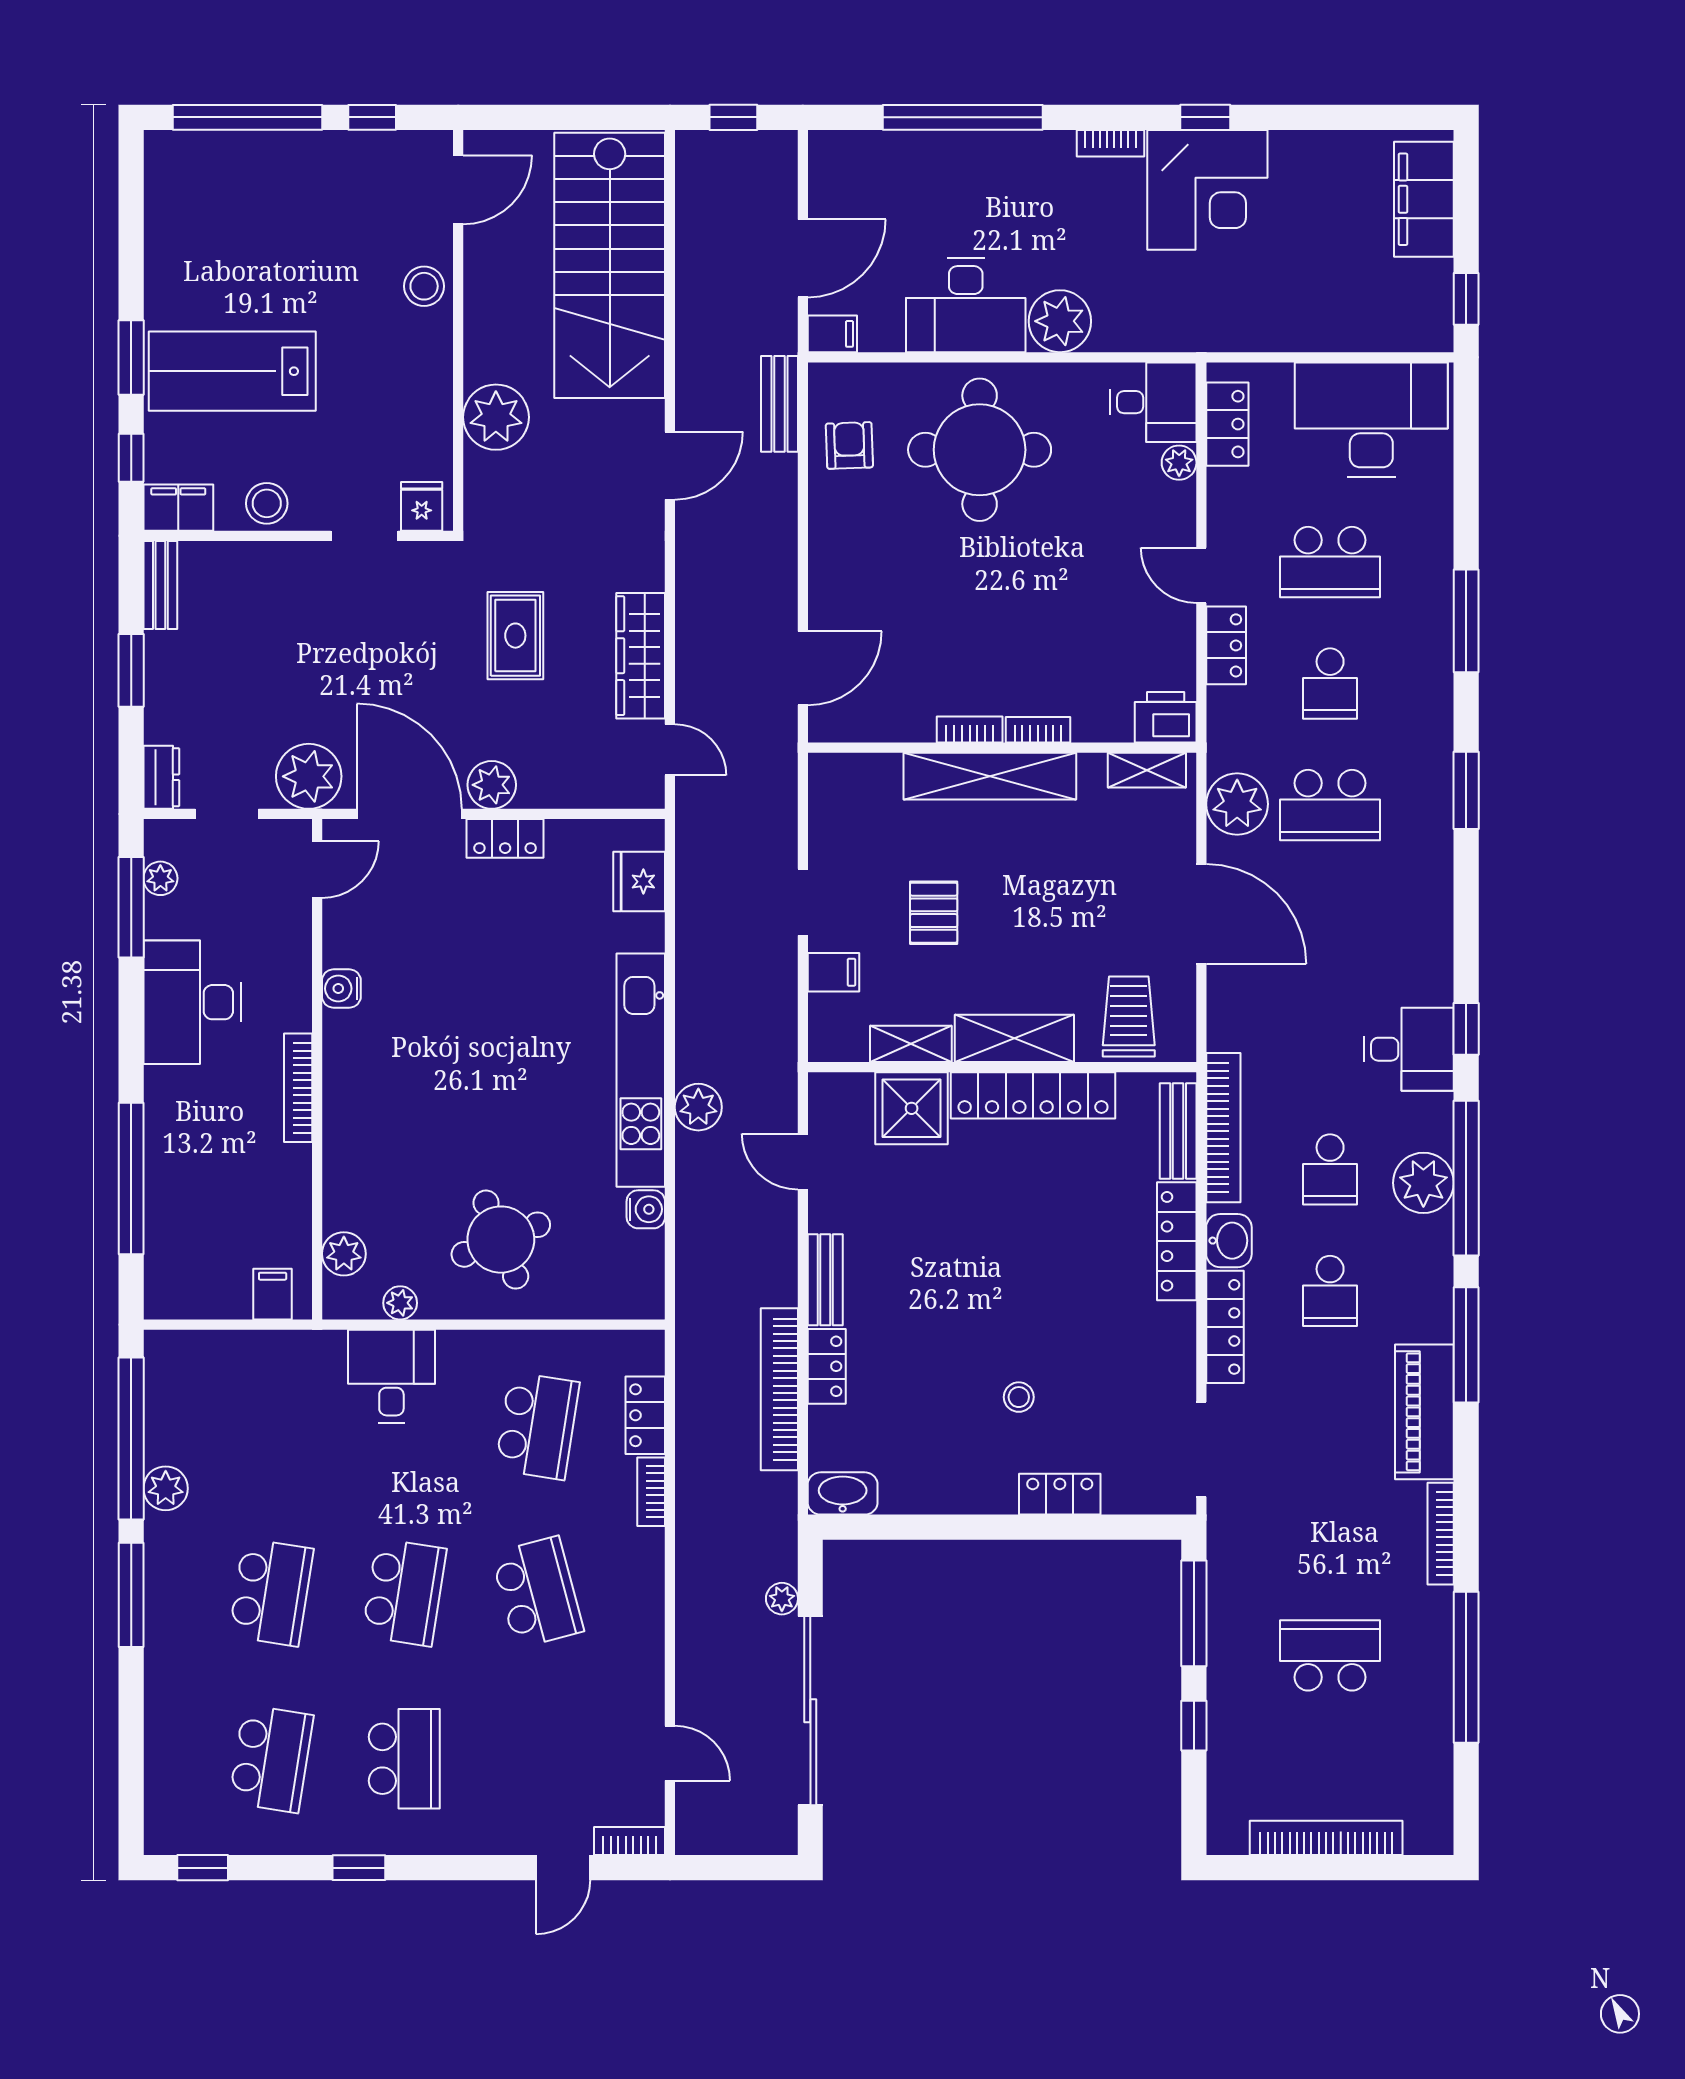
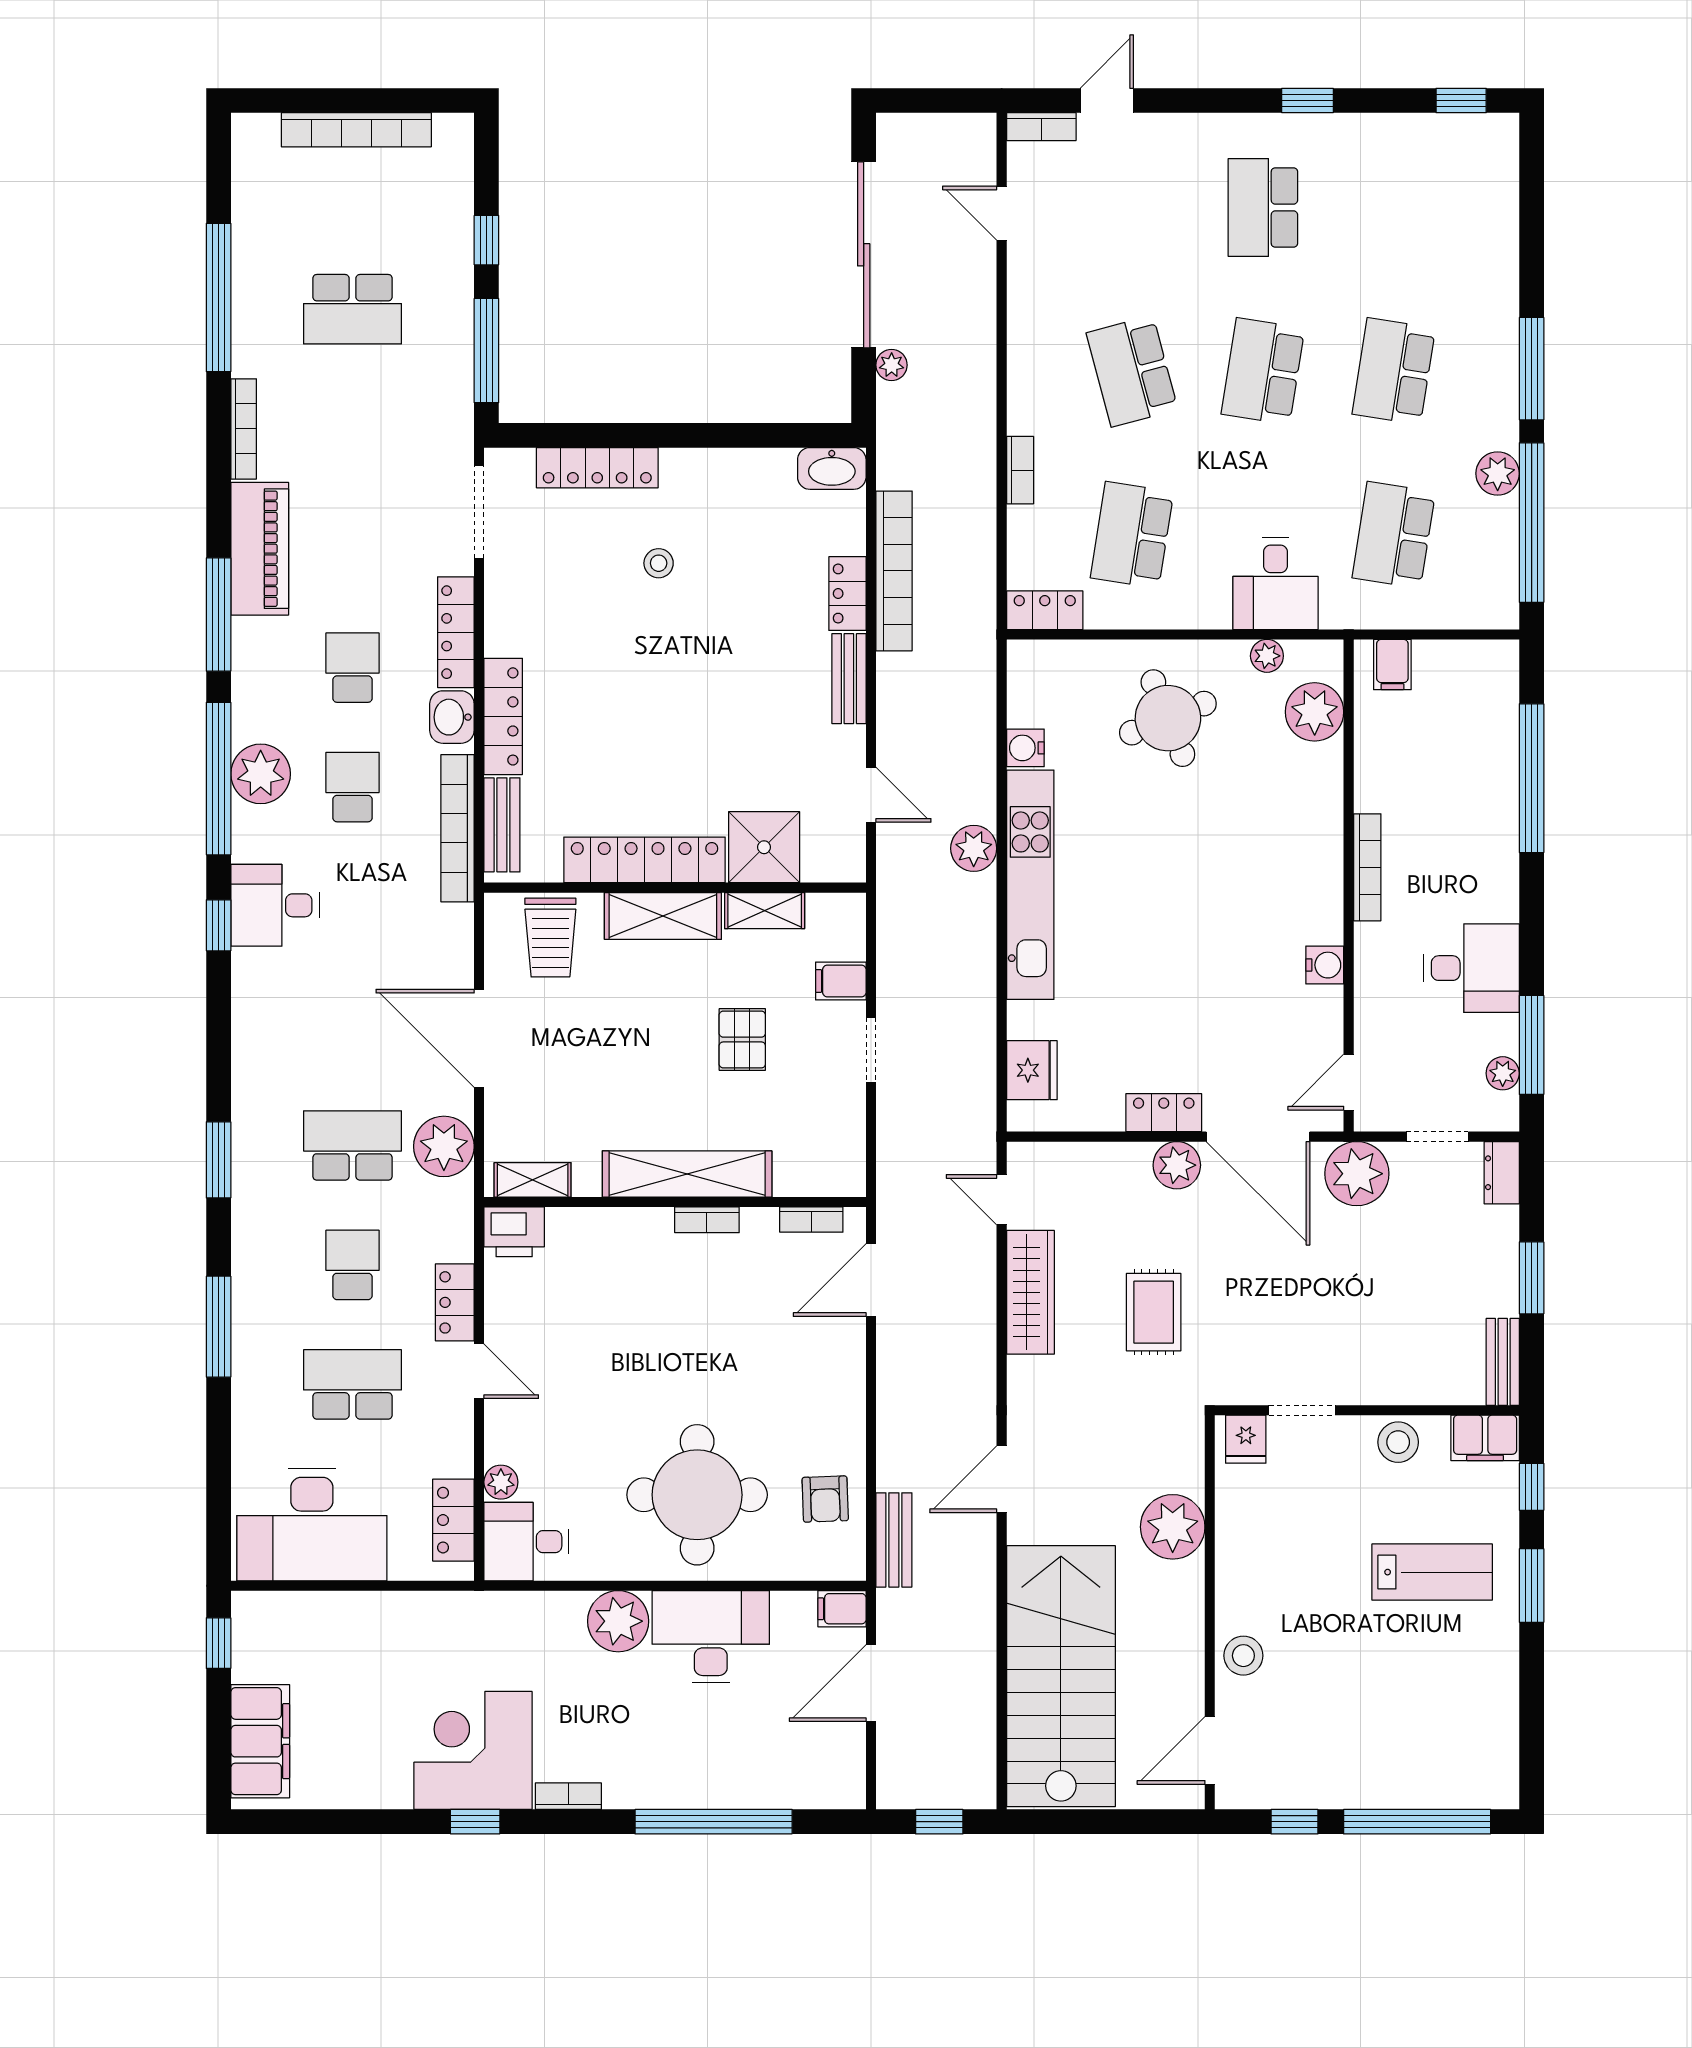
lab bench: (232, 371) -> (1432, 1572), width x0.73, depth x0.72
bookcase: (1038, 730) -> (811, 1220), moved
desk: (192, 1002) -> (1471, 968), width x0.73
plant: (344, 1254) -> (1315, 712), width x1.36, depth x1.36
locker: (645, 1415) -> (1045, 610), moved, turned -90
locker: (1060, 1494) -> (597, 468), width x1.53
school desk: (271, 1759) -> (1394, 535), moved

